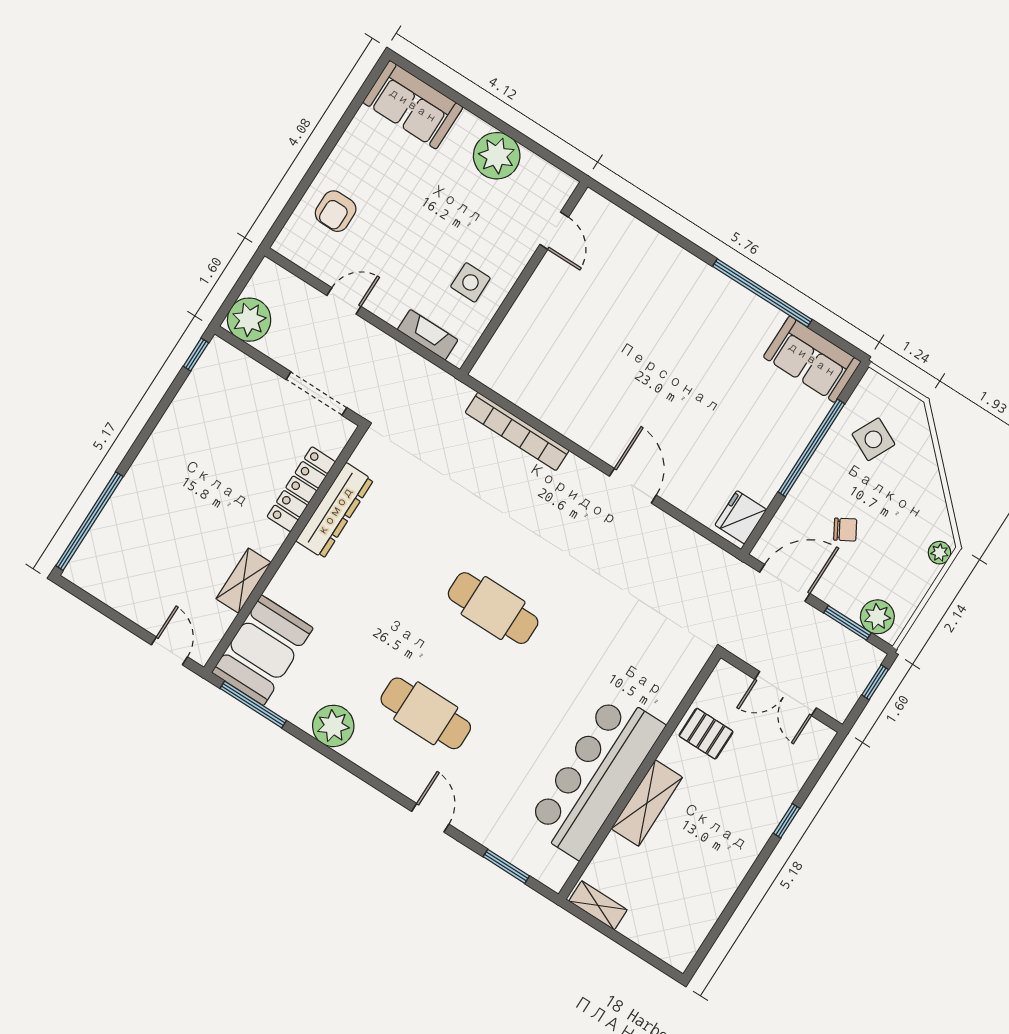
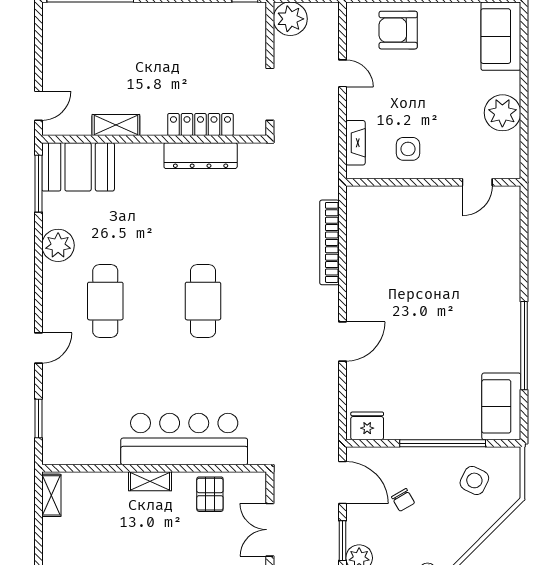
armchair: (336, 211) -> (398, 30), width x1.38, depth x1.38
bar counter: (595, 776) -> (184, 439), moved
shelving: (647, 803) -> (150, 481), width x0.67, depth x0.75

